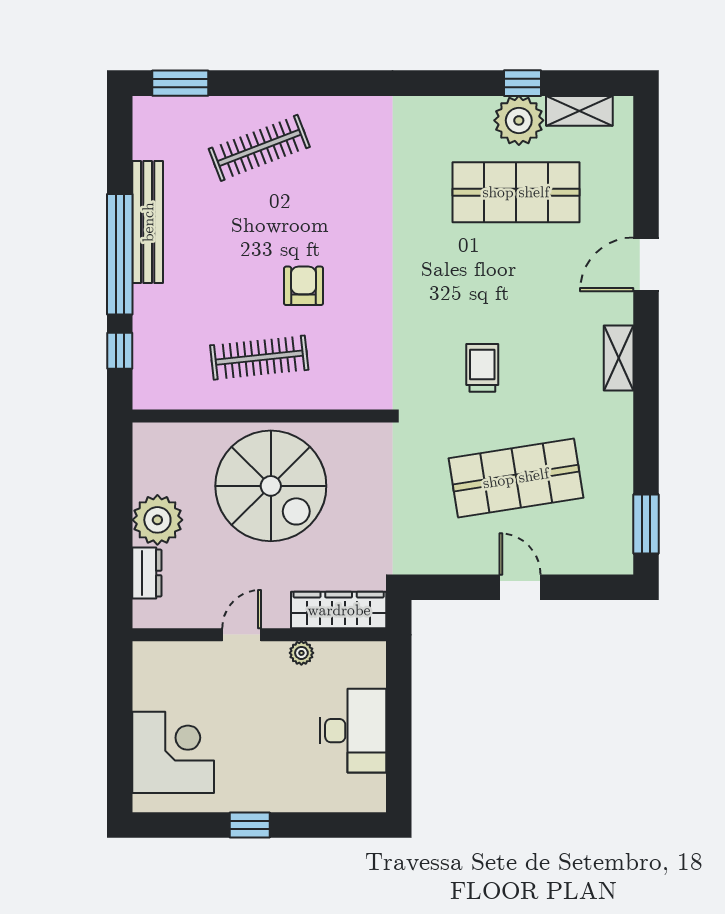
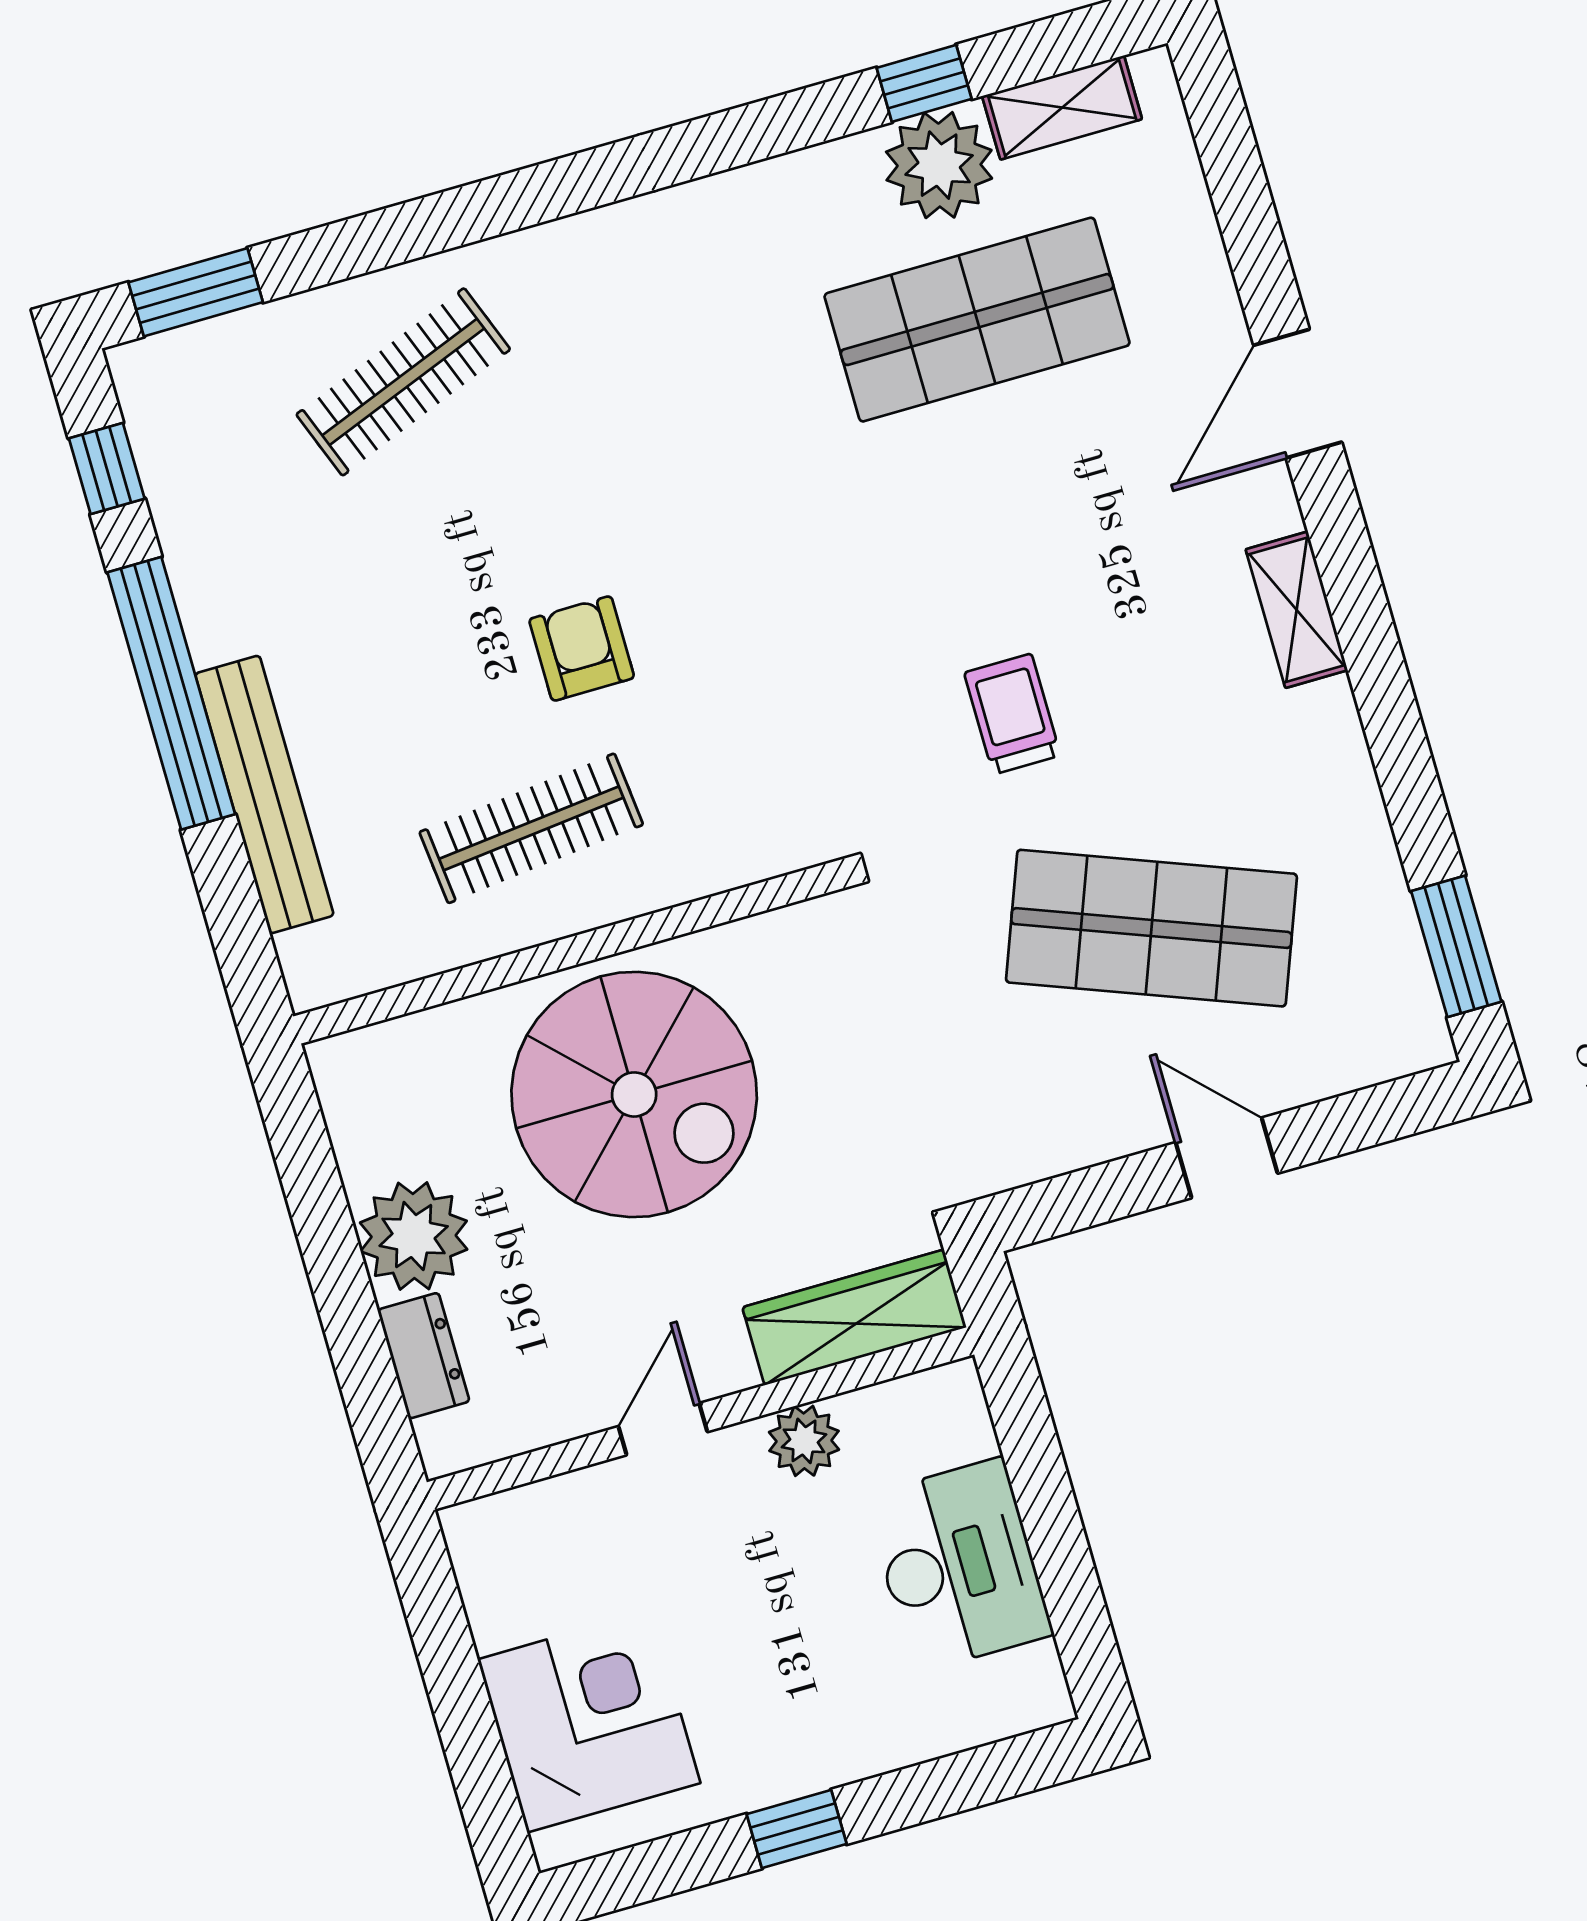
bench: (148, 222) -> (264, 794), moved
window: (120, 351) -> (107, 469), moved
shop shelf: (516, 478) -> (1151, 928), turned 30
plant: (301, 653) -> (804, 1441), width x1.38, depth x1.38

